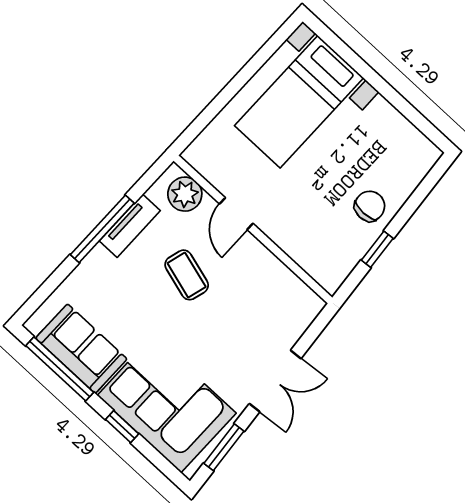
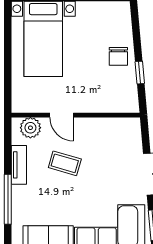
chair: (370, 206) -> (118, 56), turned 180
window: (102, 229) -> (8, 199), moved

